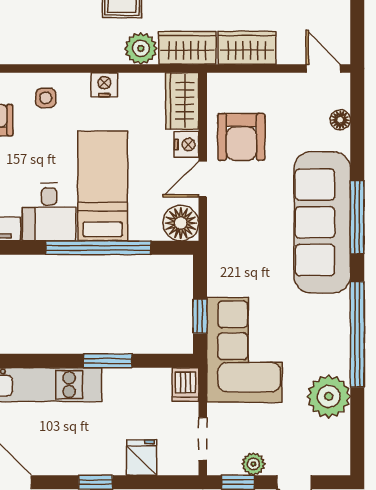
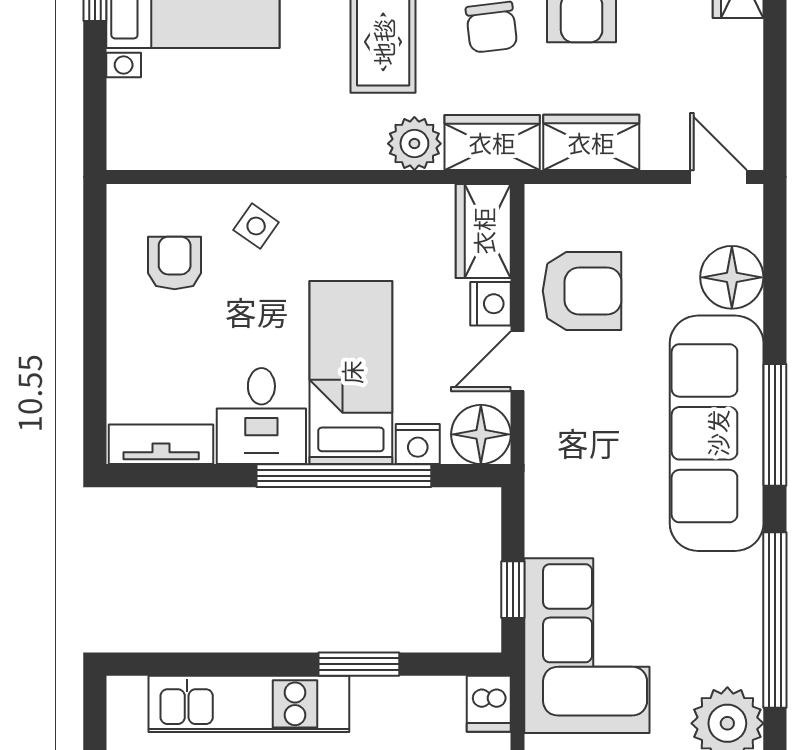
nightstand: (104, 85) -> (418, 444), moved, turned 180
side table: (46, 98) -> (256, 226), turned 35
floor lamp: (340, 120) -> (732, 277), width x1.89, depth x1.89
armchair: (241, 137) -> (582, 291), turned -90

